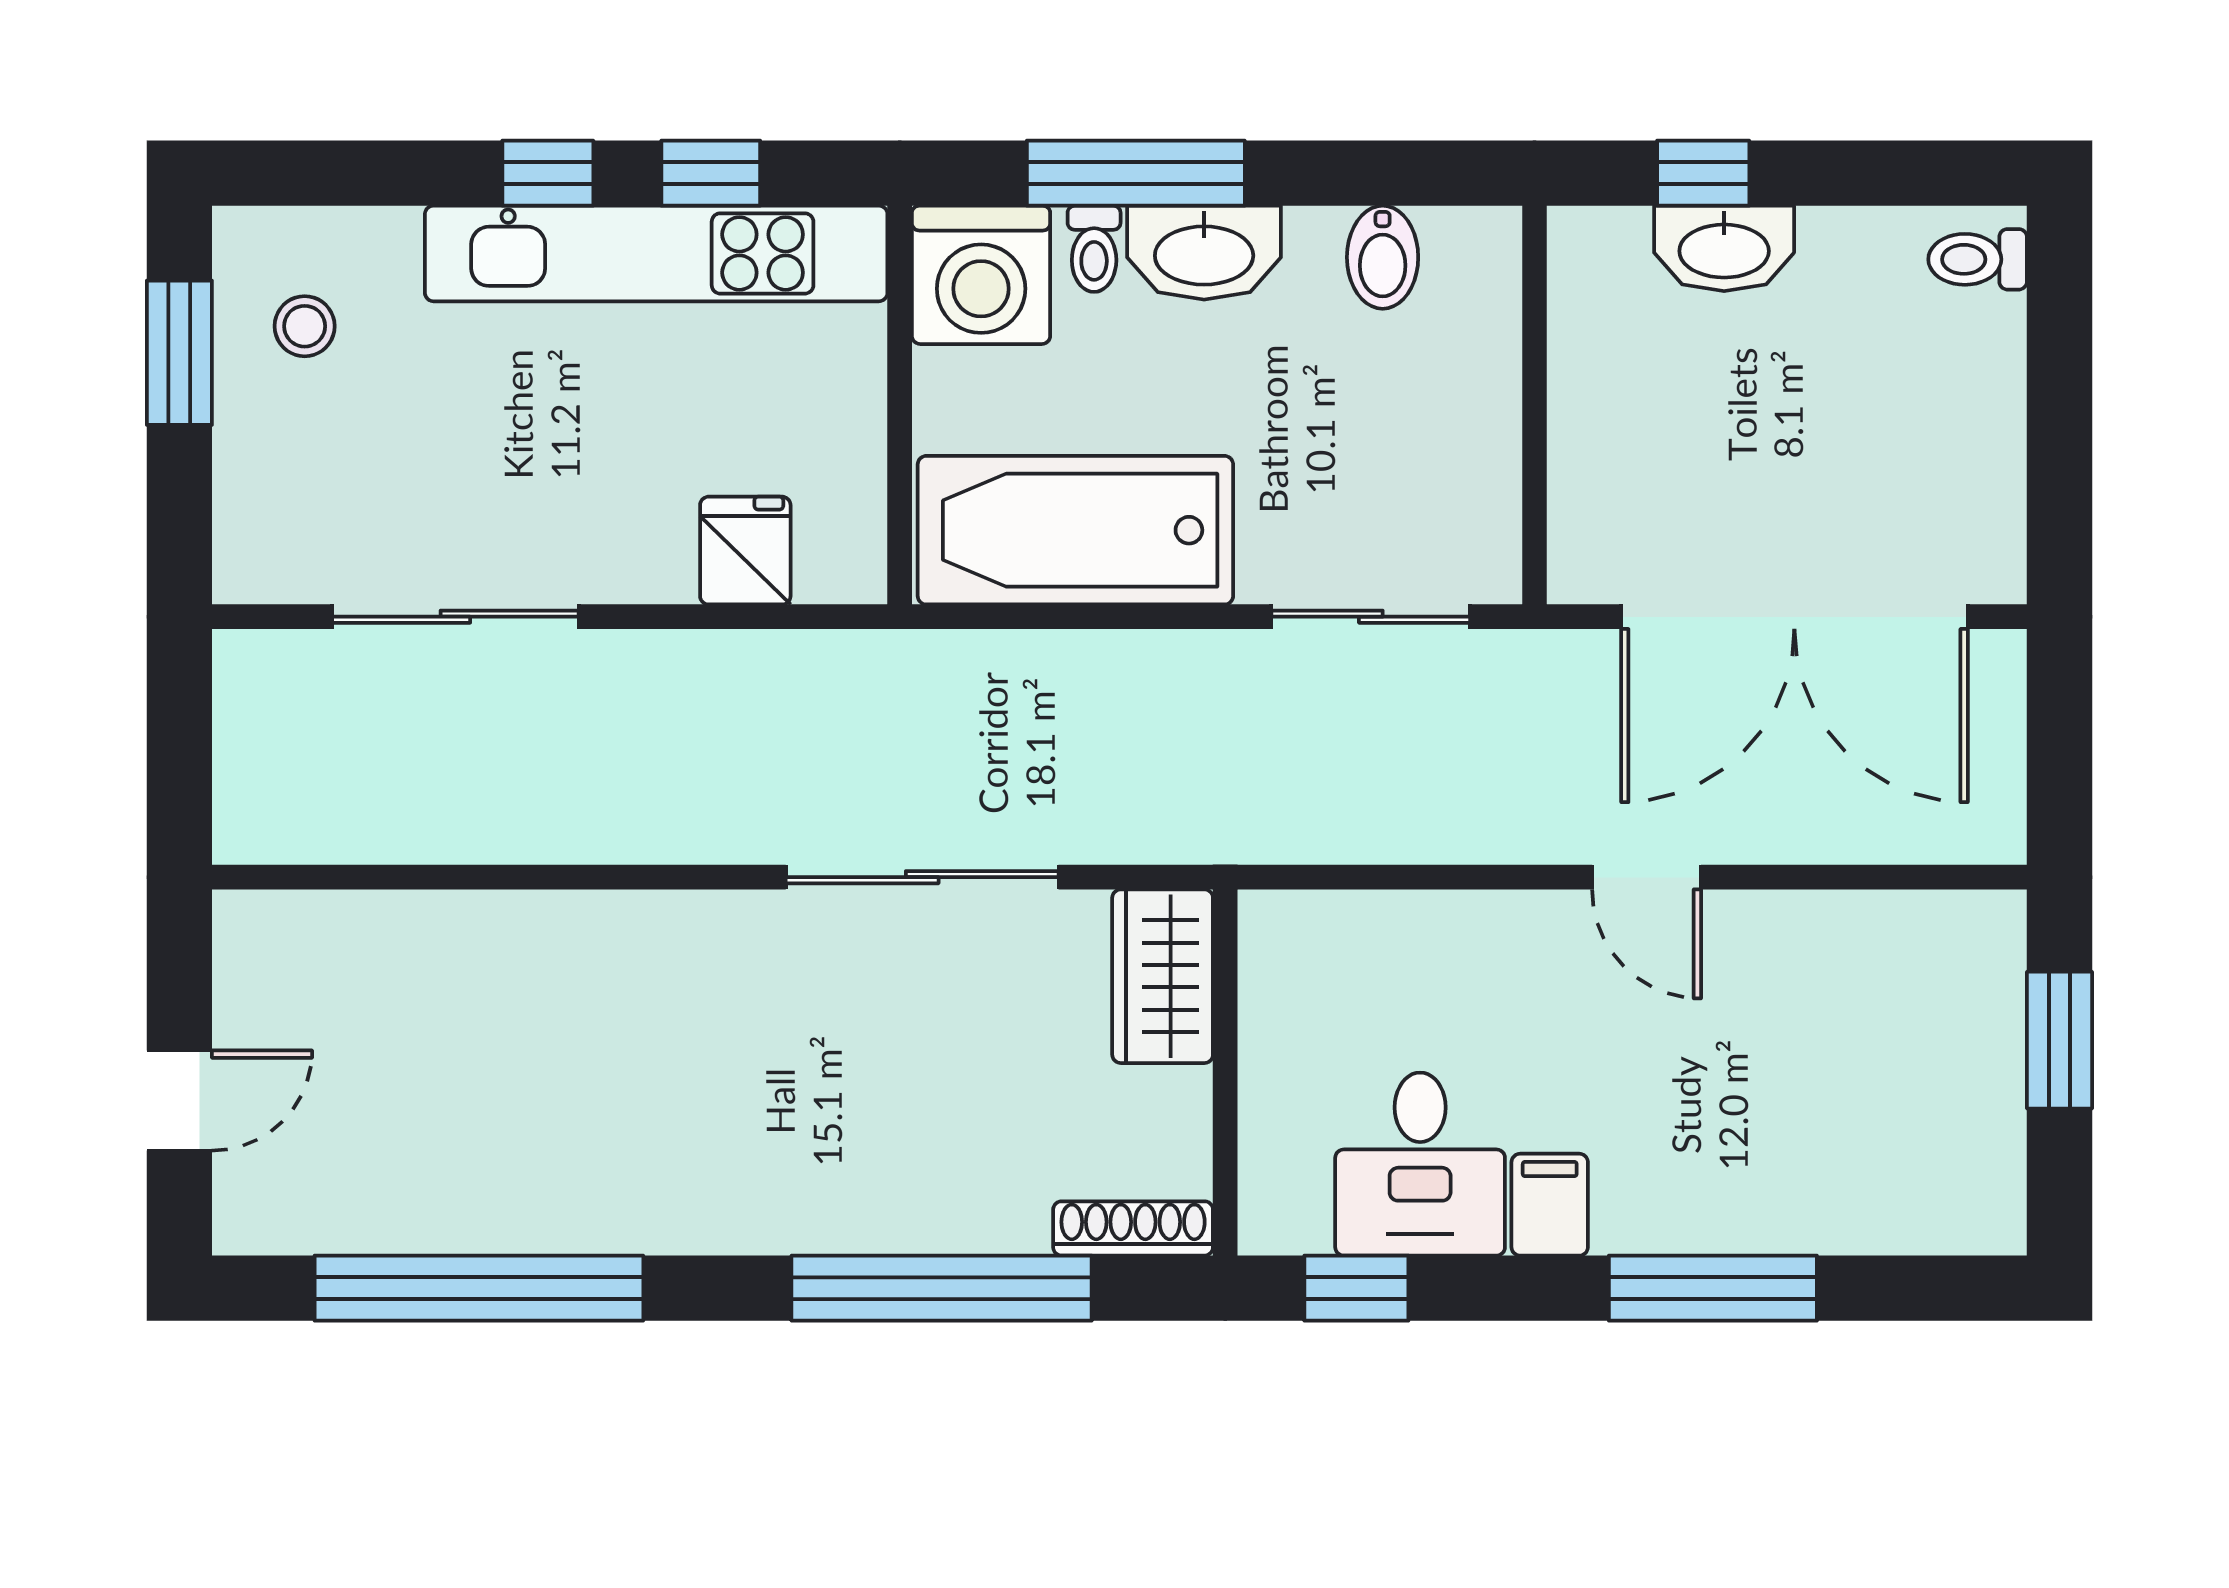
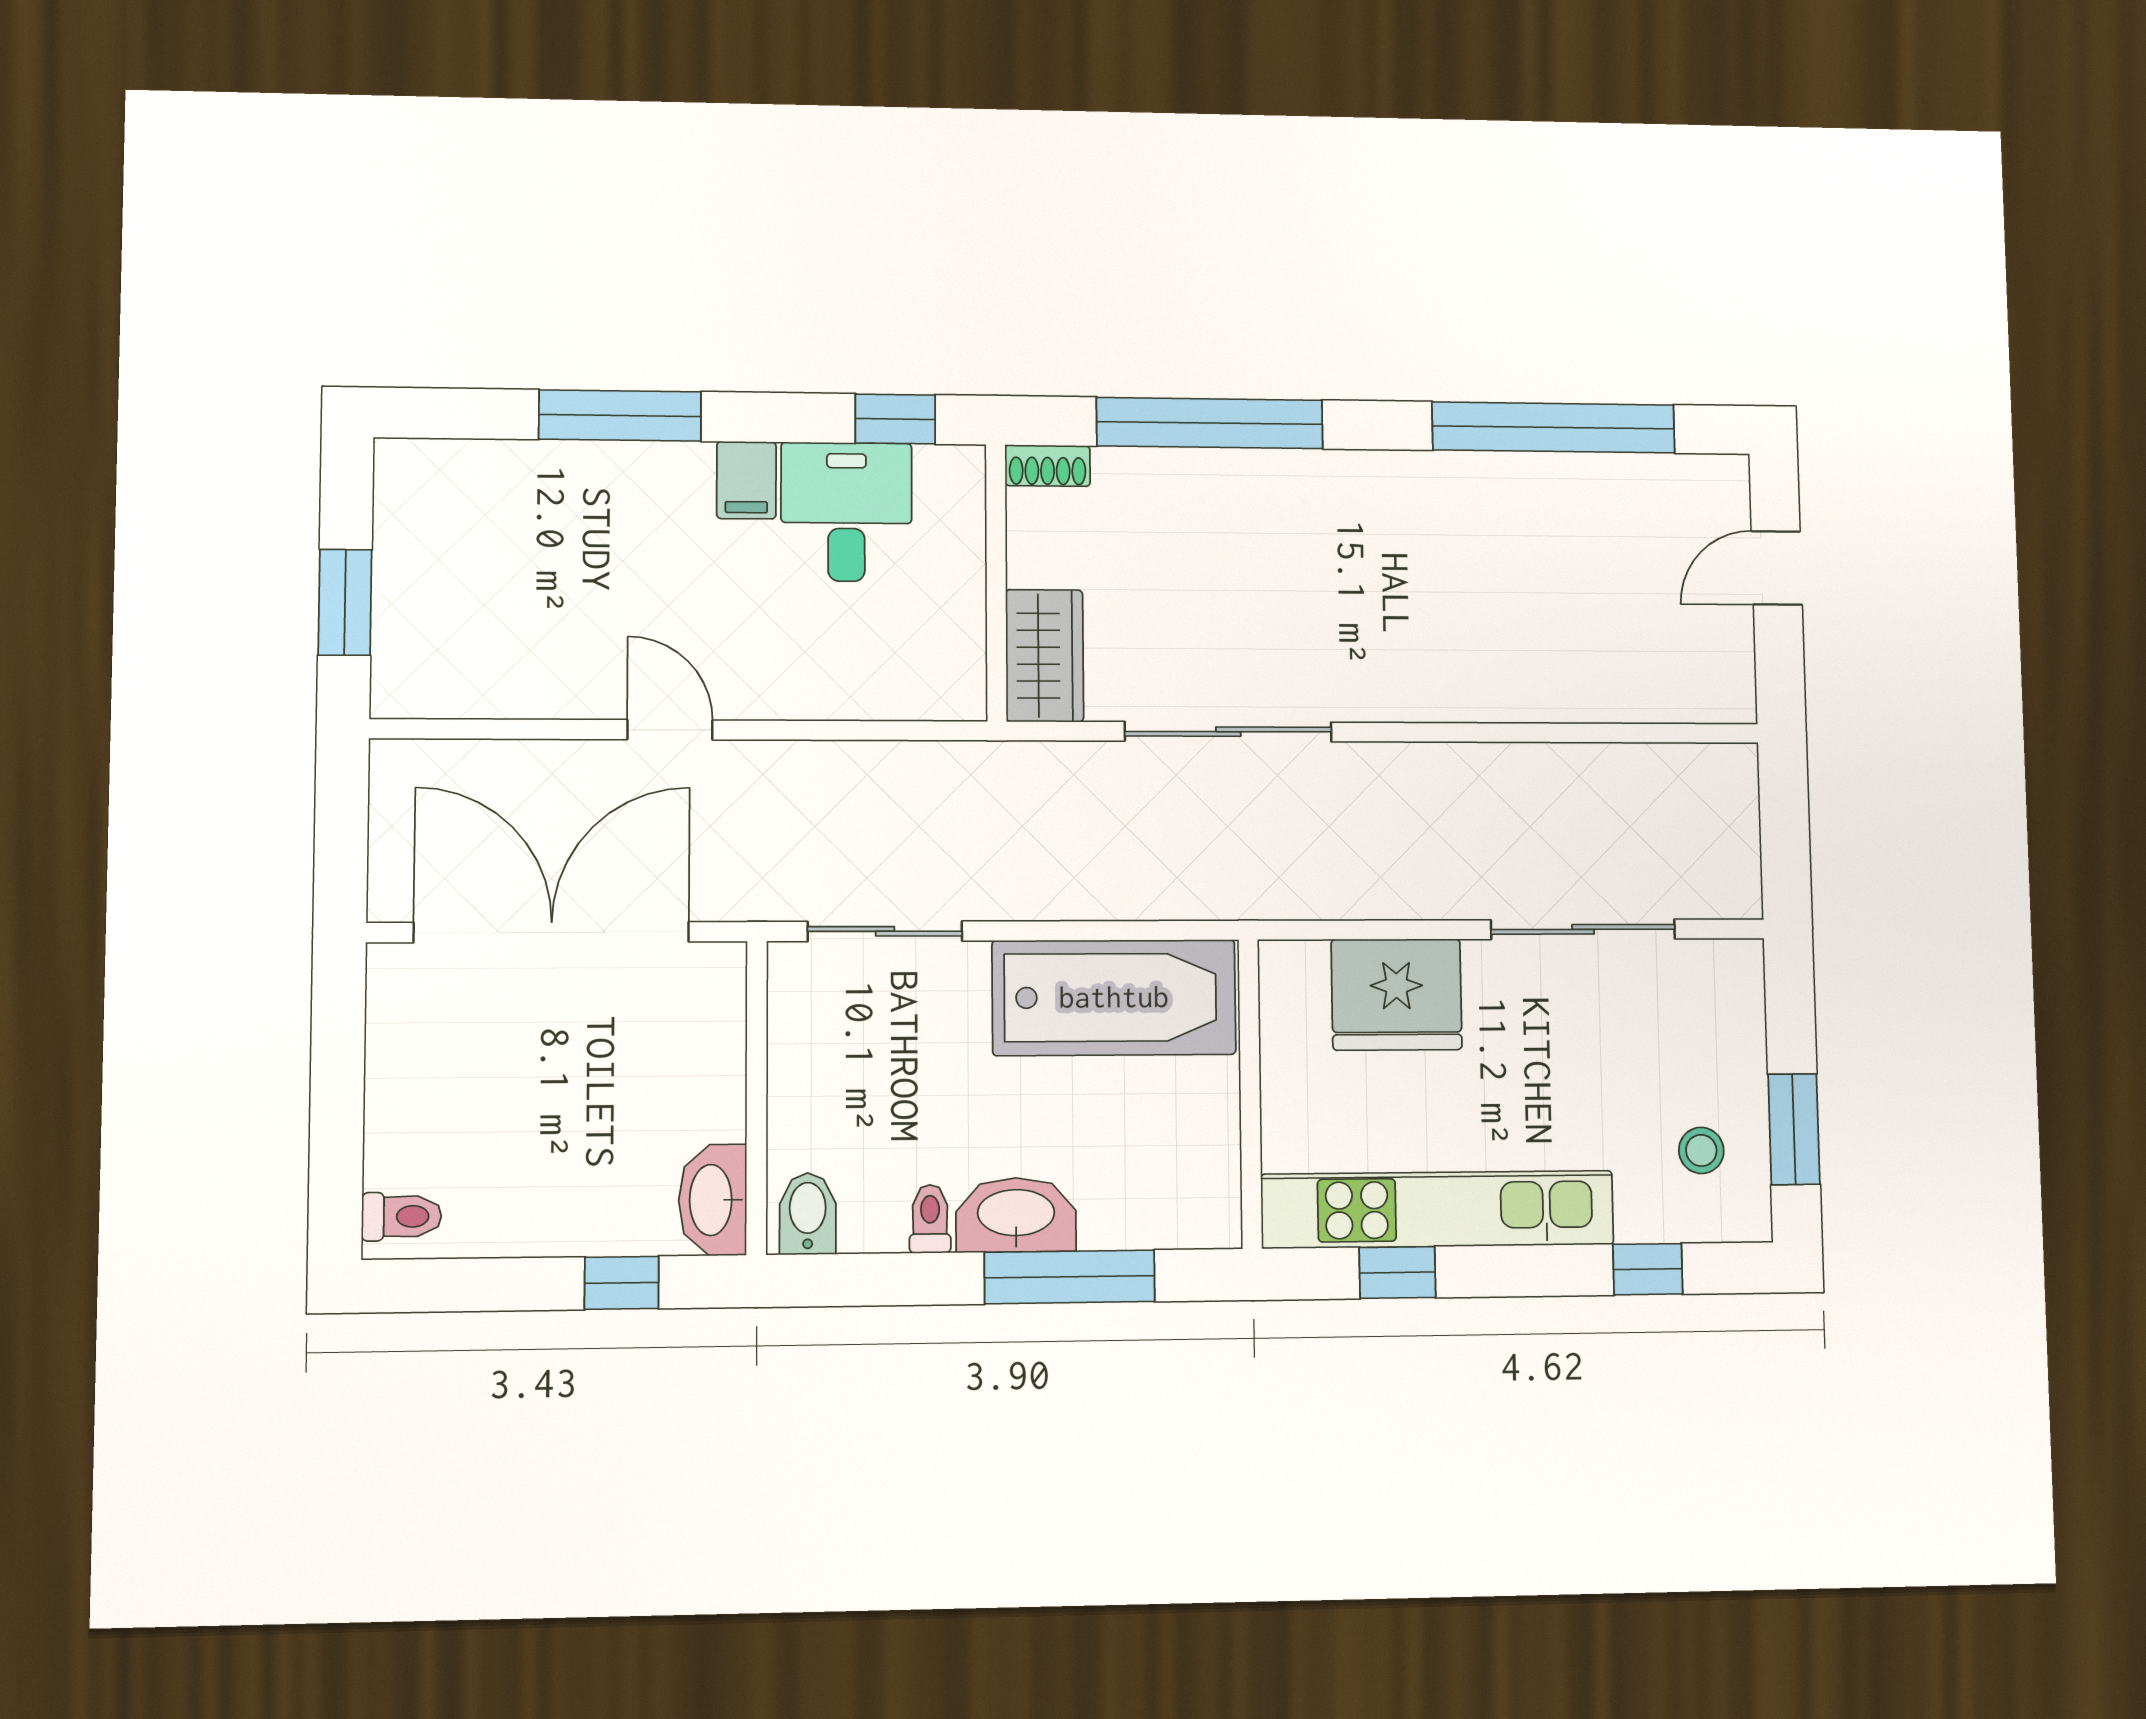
window: (548, 173) -> (1648, 1269), moved
washbasin: (1724, 248) -> (713, 1200), moved, turned -90
toilet: (1094, 249) -> (930, 1219), moved
bidet: (1383, 257) -> (808, 1214), moved
washing machine: (981, 275) -> (1189, 1195), removed
fridge: (745, 551) -> (1397, 994), width x1.88, depth x1.34
shoe rack: (1133, 1228) -> (1047, 466), width x0.70

